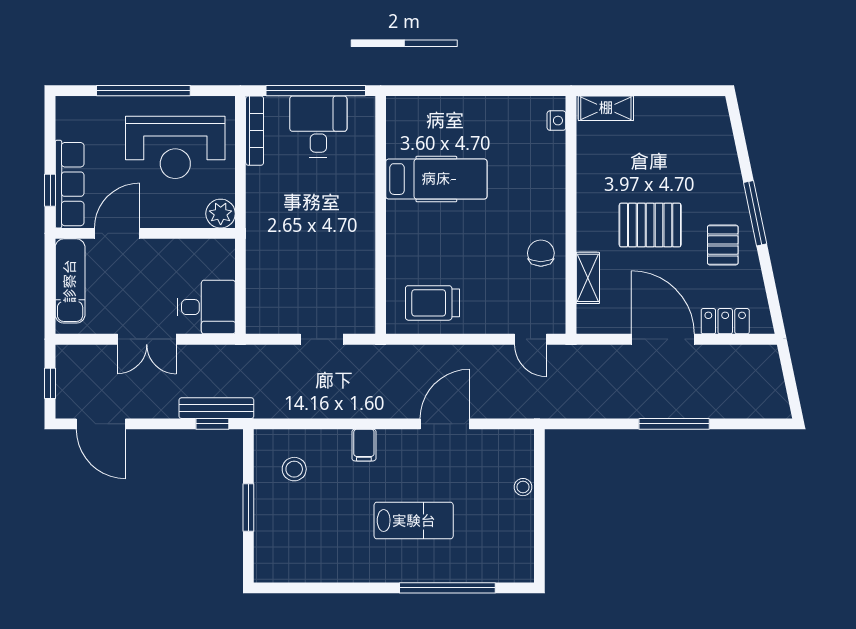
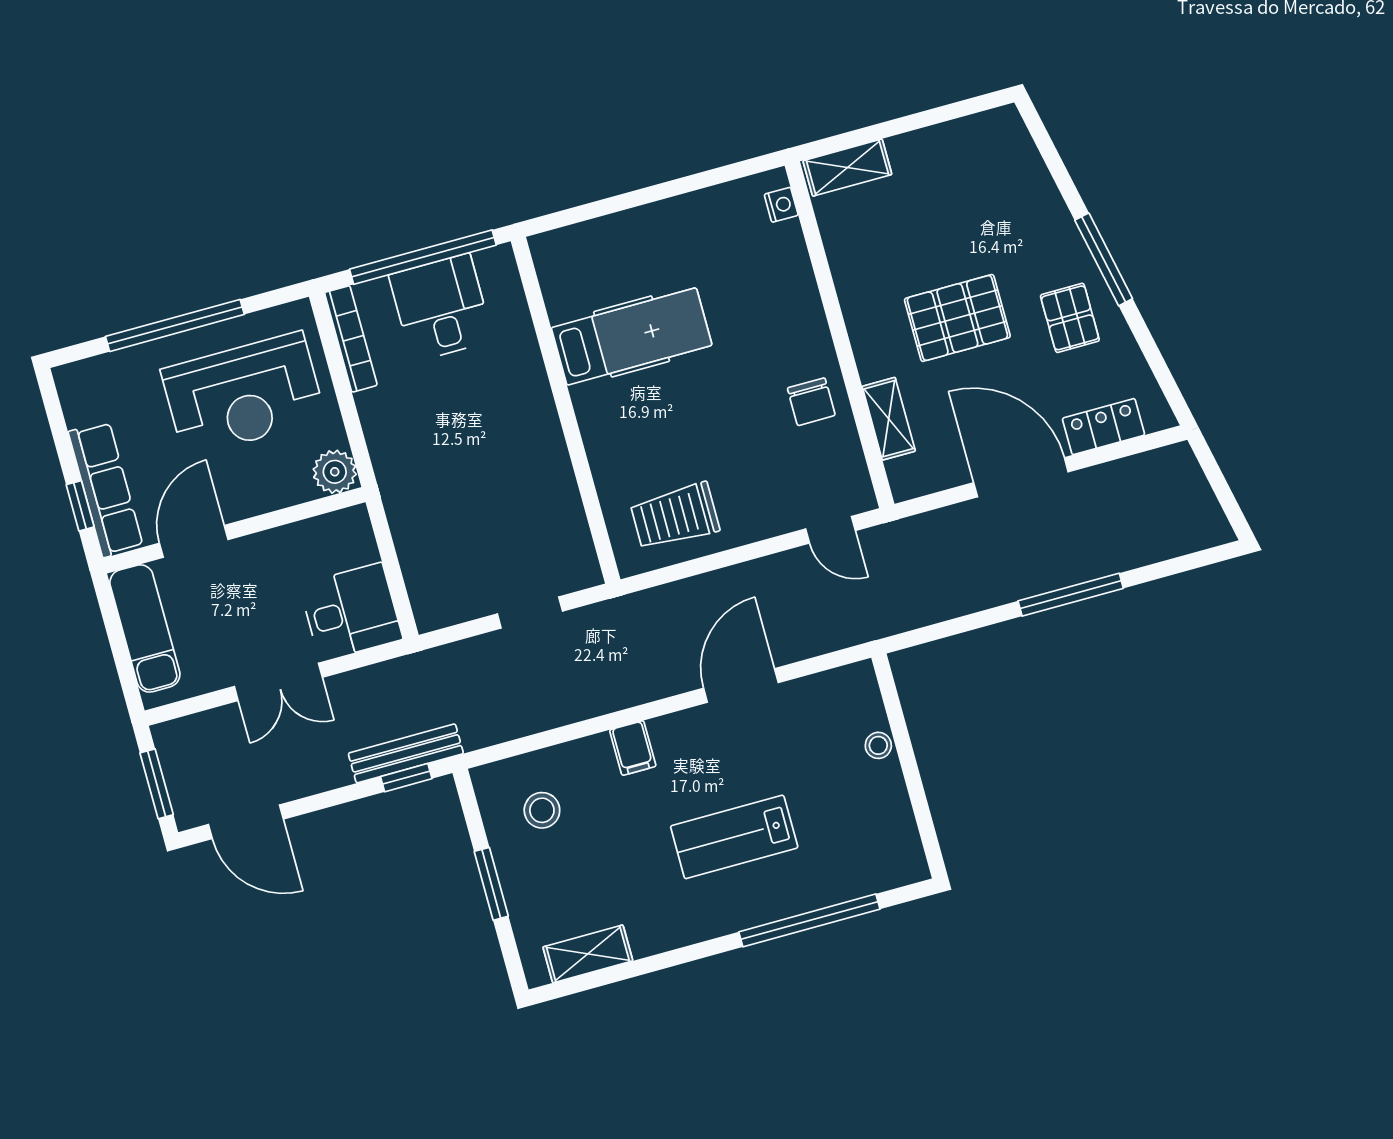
chair: (541, 253) -> (811, 402), turned 180
window: (50, 383) -> (157, 784), width x1.50
lab bench: (414, 521) -> (734, 837), turned 180
shelving: (298, 570) -> (588, 954), added

